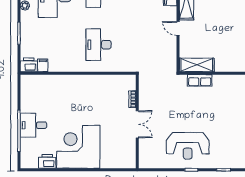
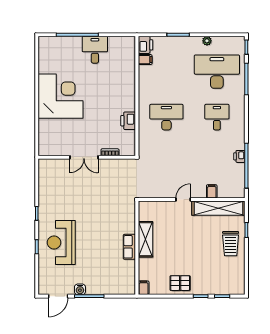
shelving: (197, 65) -> (145, 239), moved
row of seats: (200, 80) -> (129, 247), moved
desk: (33, 125) -> (95, 50), moved
reception desk: (188, 146) -> (61, 242), moved
printer: (47, 161) -> (128, 121), moved, turned 180

